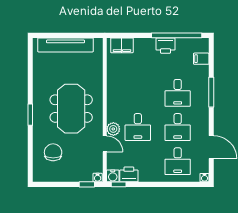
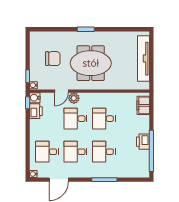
filing cabinet: (201, 59) -> (132, 171), removed
desk: (138, 93) -> (104, 119), added
chair: (53, 152) -> (53, 59), moved

